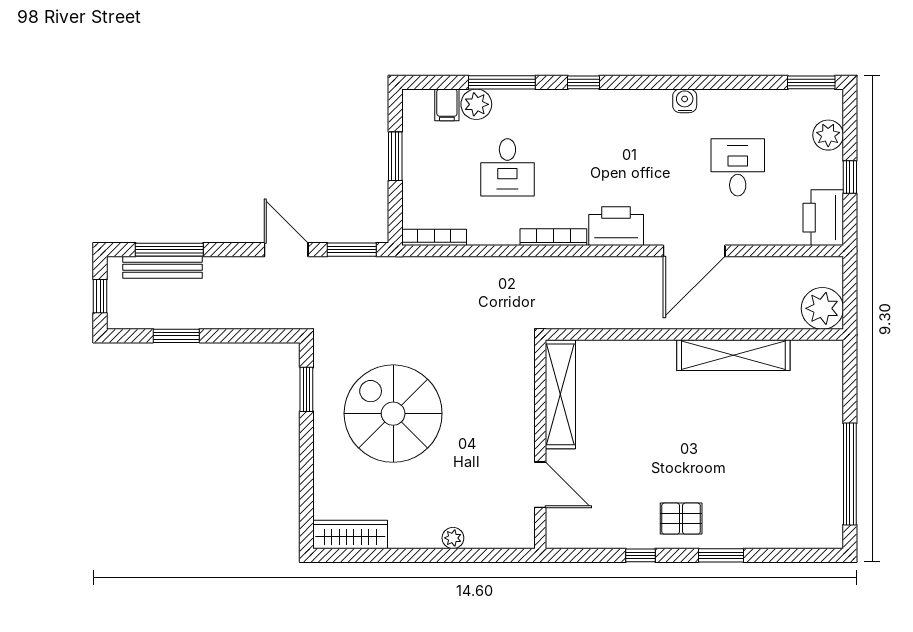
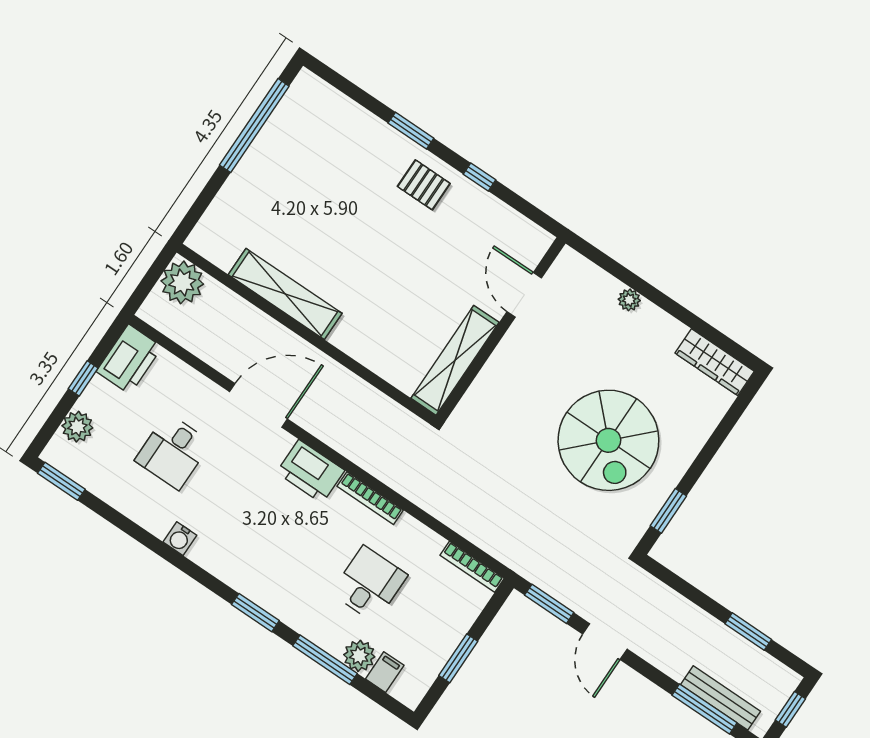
window: (584, 82) -> (255, 613), width x1.50

